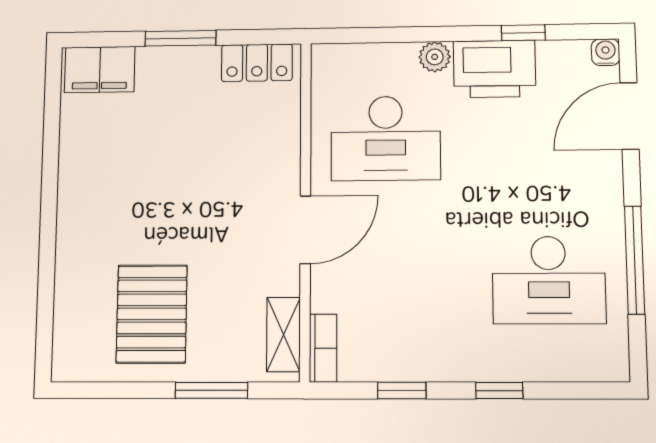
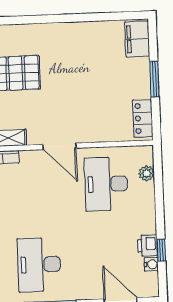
water cooler: (606, 52) -> (151, 264), moved
plant: (435, 57) -> (147, 173), moved
printer: (494, 69) -> (148, 245), width x0.53, depth x0.68

